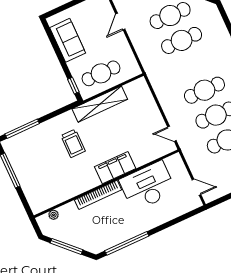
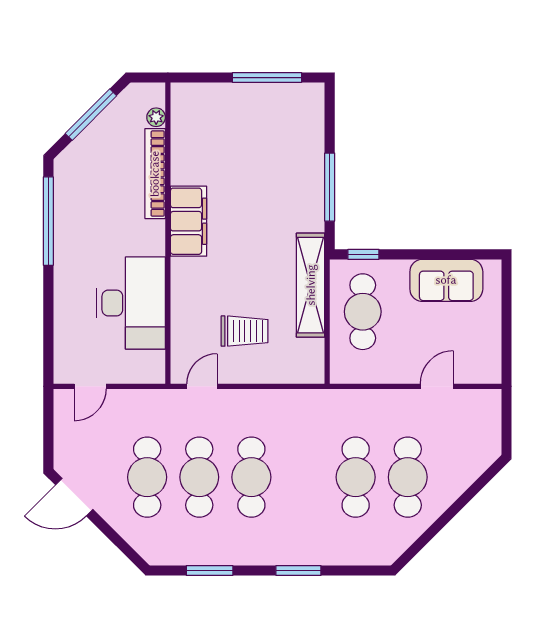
door: (120, 22) -> (437, 386), hinge flipped
window: (22, 129) -> (330, 187), moved
trolley: (73, 143) -> (245, 331), moved, turned 180
filing cabinet: (115, 168) -> (189, 221), moved
bookcase: (98, 195) -> (155, 174), moved

